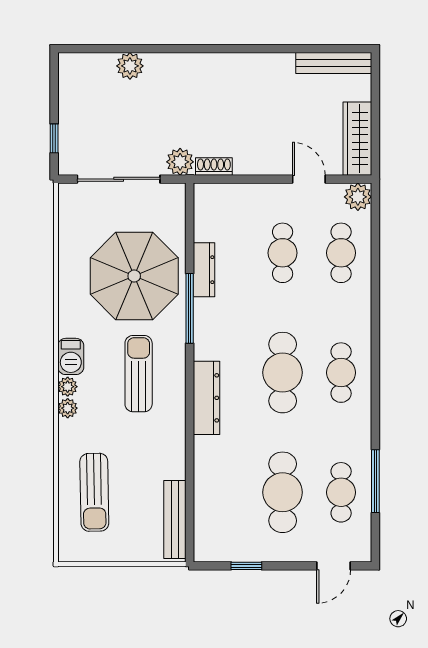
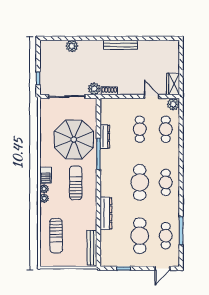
bench: (334, 63) -> (120, 45), moved
wardrobe: (357, 139) -> (173, 84), width x0.67
dresser: (207, 398) -> (106, 213), moved

